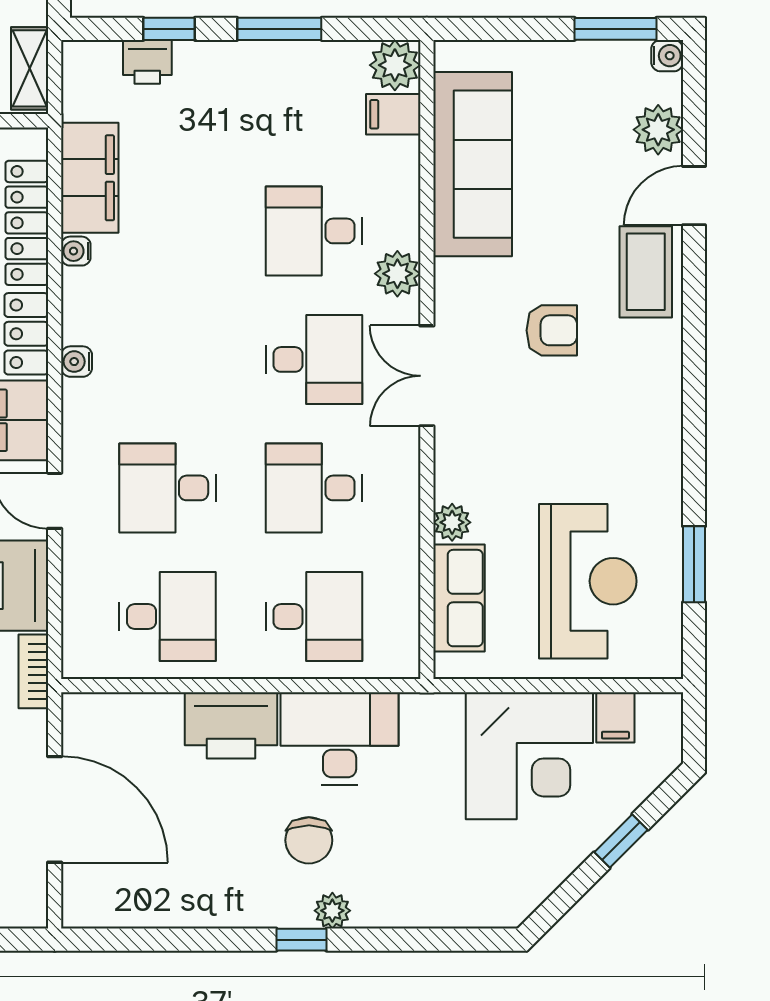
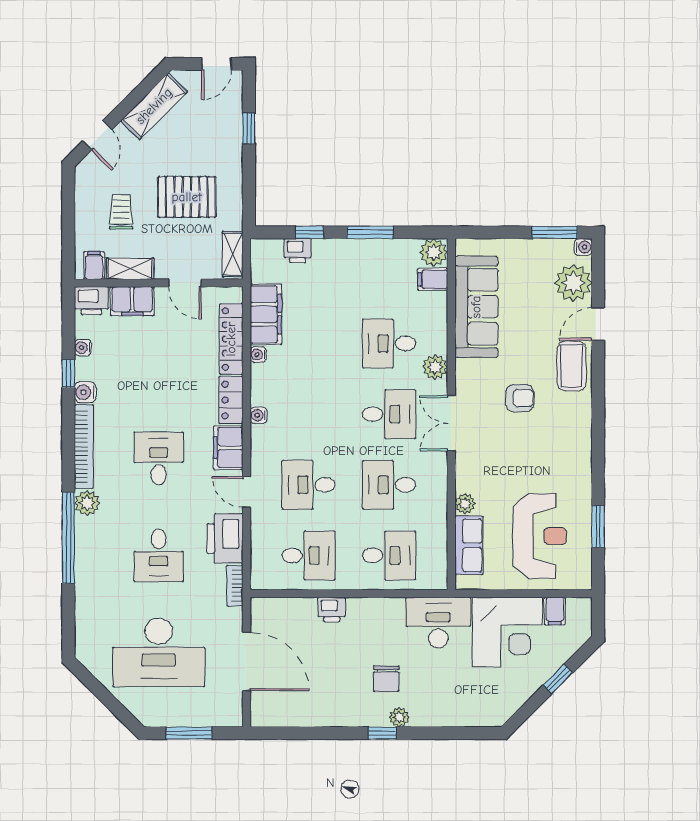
plant: (658, 130) -> (573, 283), width x1.36, depth x1.36
printer: (231, 725) -> (332, 609), width x0.53, depth x0.68
desk: (340, 739) -> (438, 623), moved

